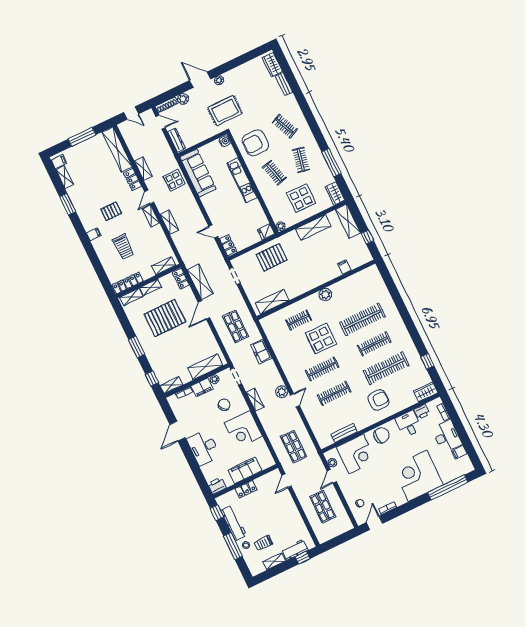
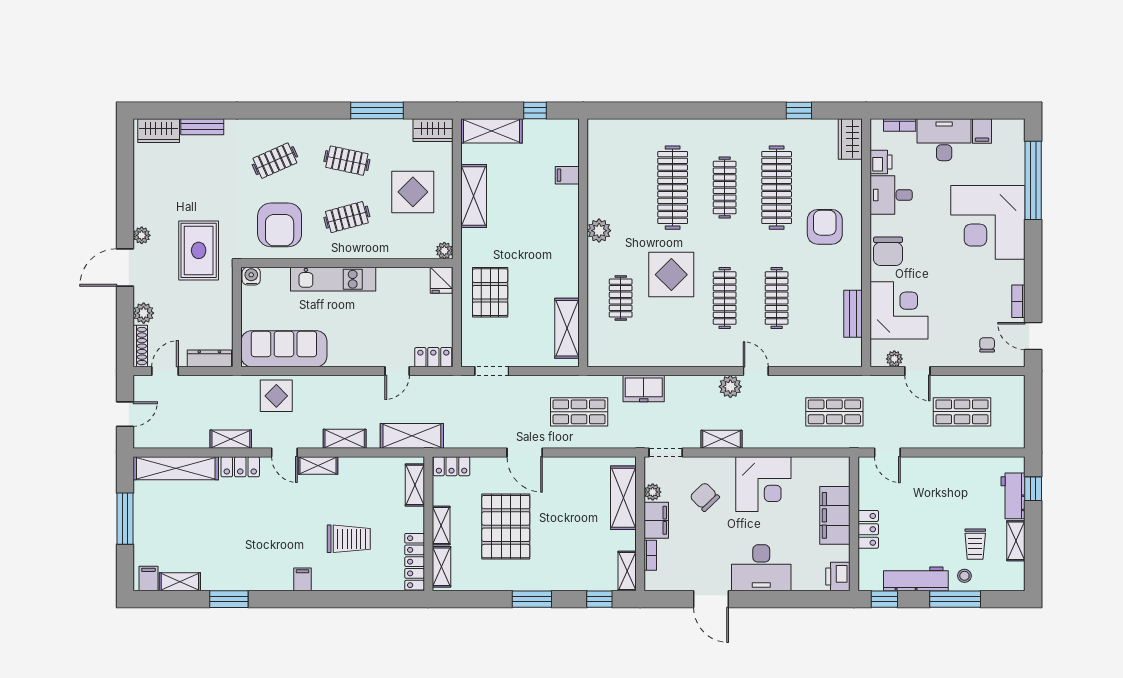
pallet: (111, 211) -> (277, 530), removed
shelving: (200, 282) -> (412, 436), moved
chair: (381, 435) -> (888, 251), turned 180

